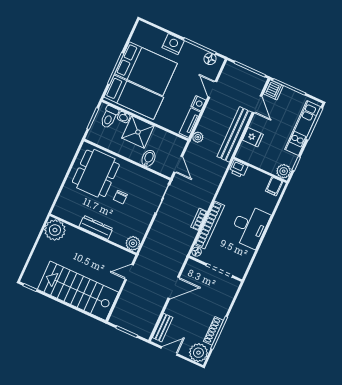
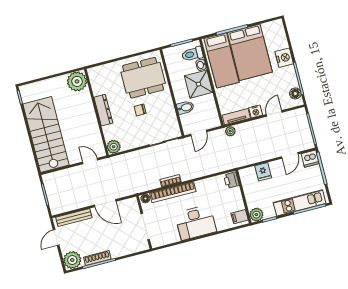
bench: (235, 134) -> (254, 157), removed
bench: (163, 328) -> (74, 218), width x1.36
door: (169, 351) -> (56, 237), swing flipped

